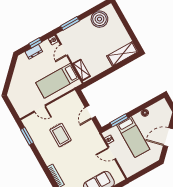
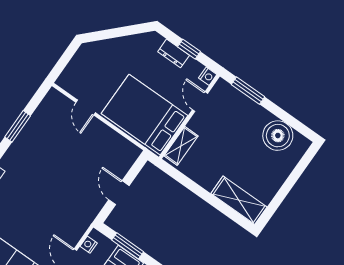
door: (64, 50) -> (200, 102), hinge flipped
bed: (57, 81) -> (145, 115), width x1.50
door: (90, 112) -> (119, 193), hinge flipped
rug: (61, 135) -> (58, 162), removed
window: (27, 136) -> (18, 126), moved

